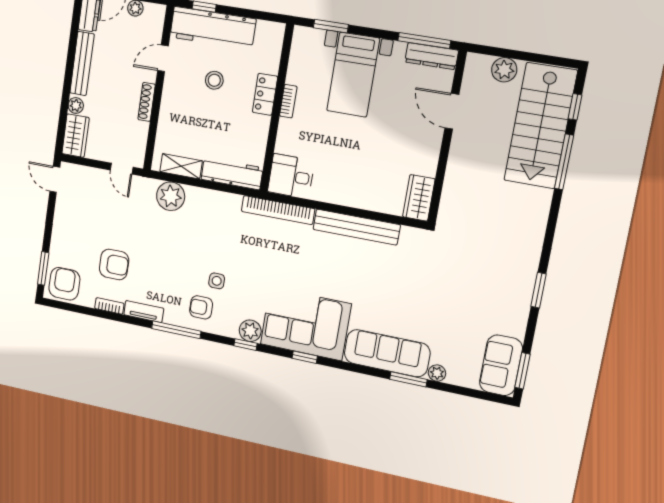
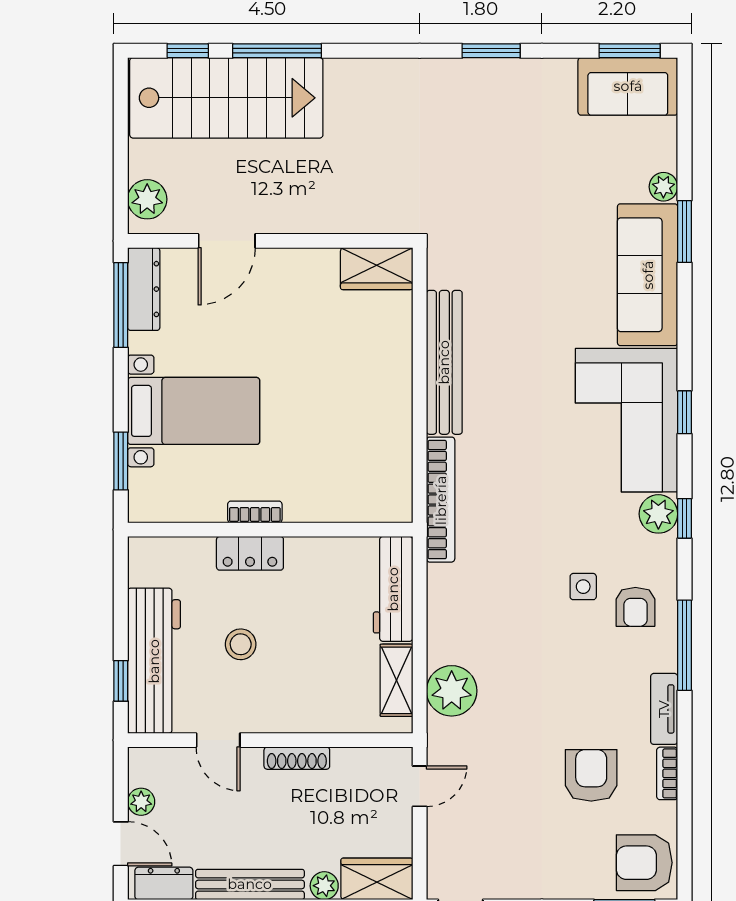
plant: (504, 70) -> (147, 199), moved
desk: (291, 176) -> (379, 487), removed

